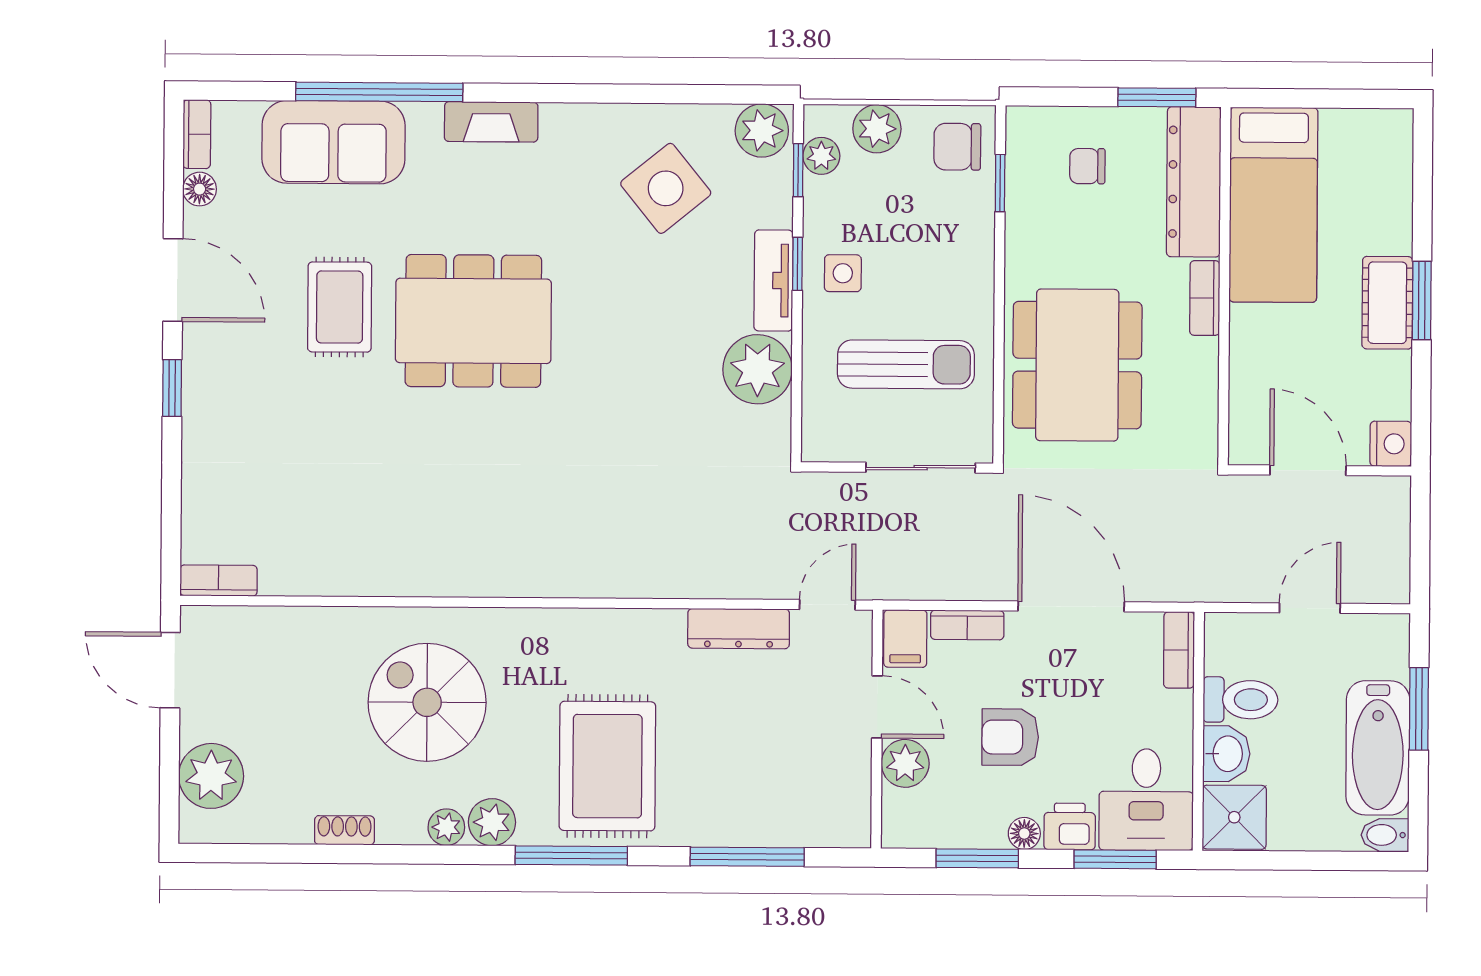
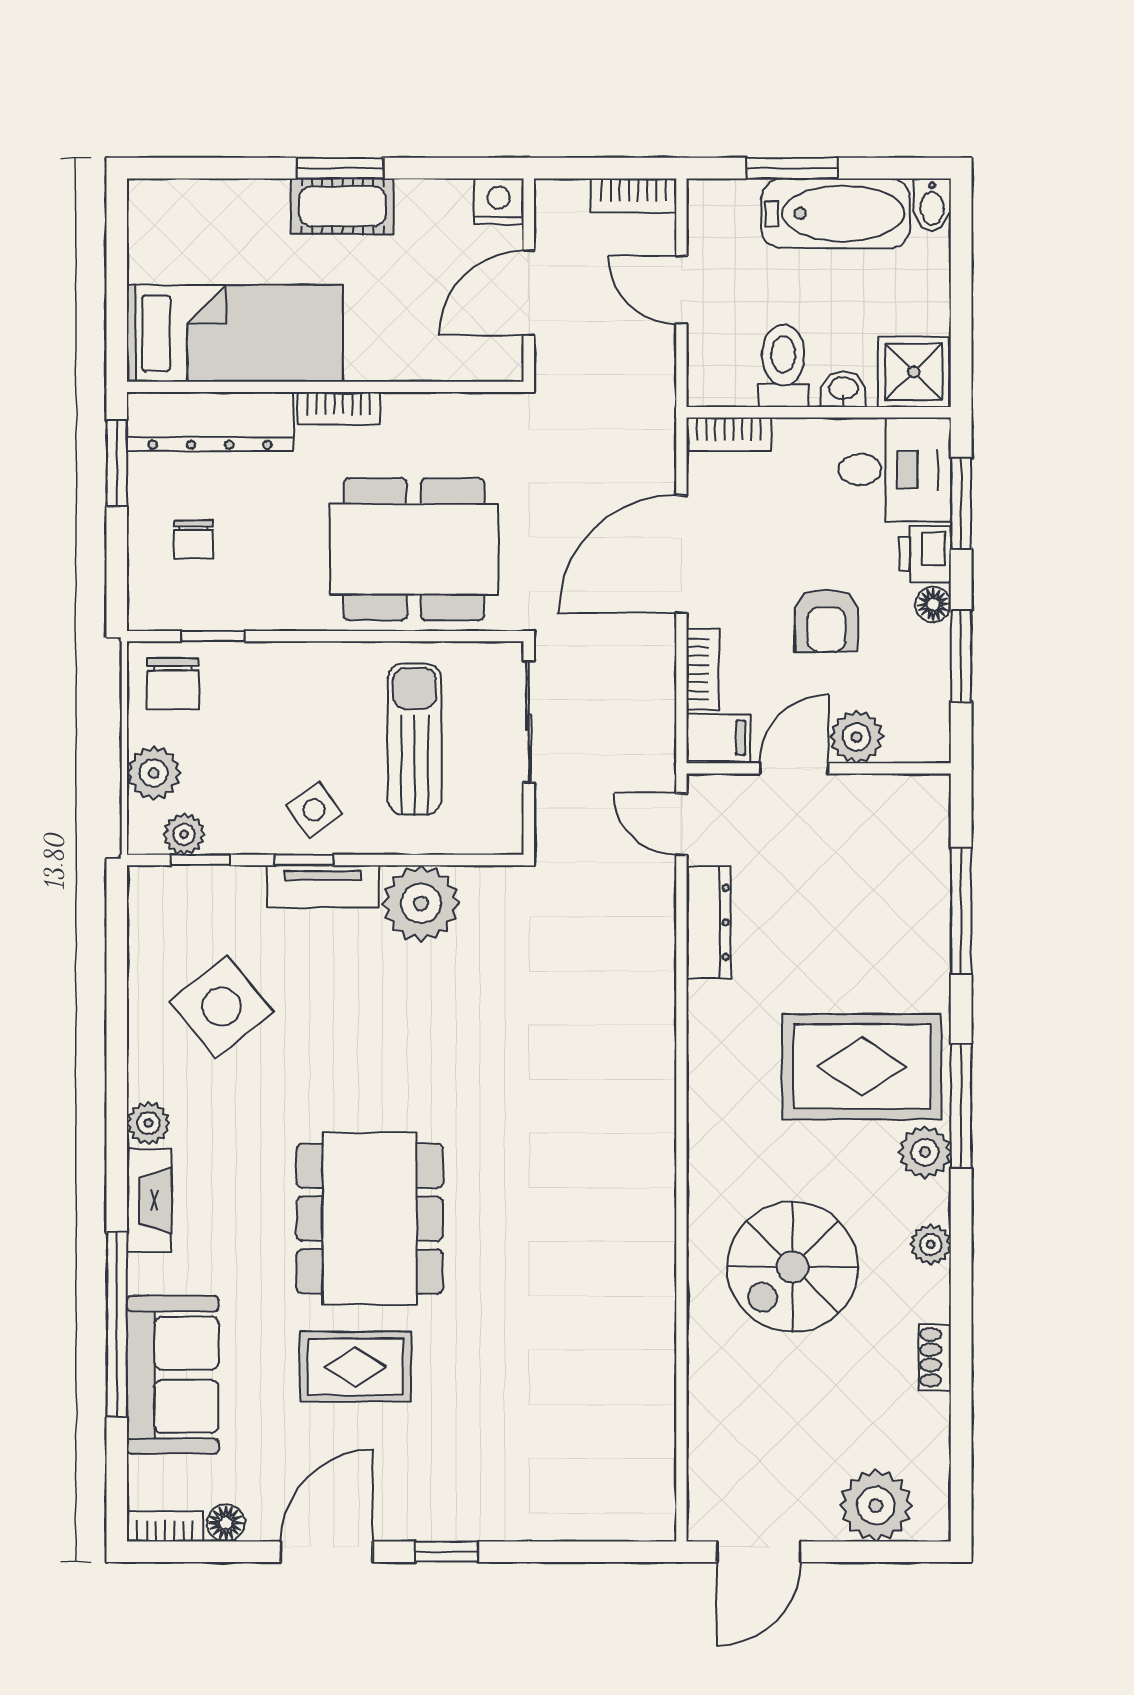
plant: (762, 130) -> (148, 1123), moved, width x0.73, depth x0.73
side table: (843, 273) -> (314, 810), turned -36
bookcase: (219, 580) -> (634, 195), moved, turned -90
washbasin: (1226, 754) -> (843, 389), width x0.72, depth x0.69
plant: (492, 822) -> (925, 1152), moved

